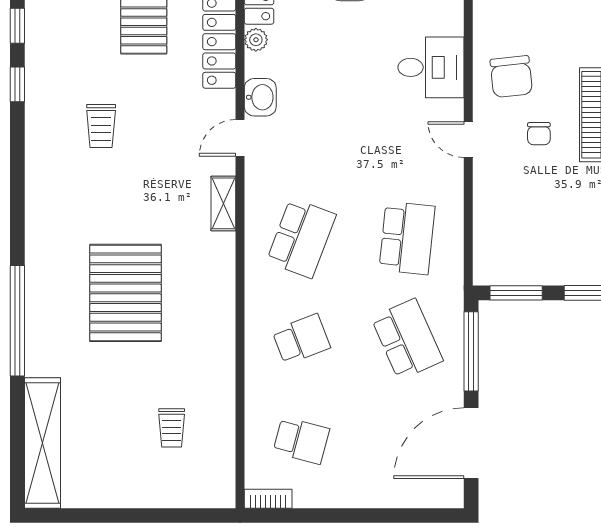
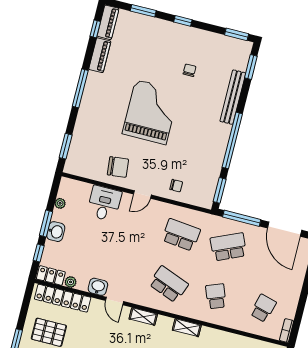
chair: (539, 134) -> (176, 186), moved
shelving: (223, 297) -> (187, 328), added

